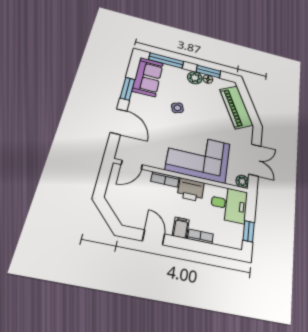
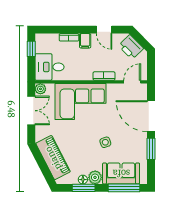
sofa: (148, 77) -> (121, 173), moved, turned 90
door: (119, 122) -> (151, 116), width x1.36
double door: (255, 160) -> (31, 111), swing flipped
printer: (191, 190) -> (131, 47), moved, turned -135

